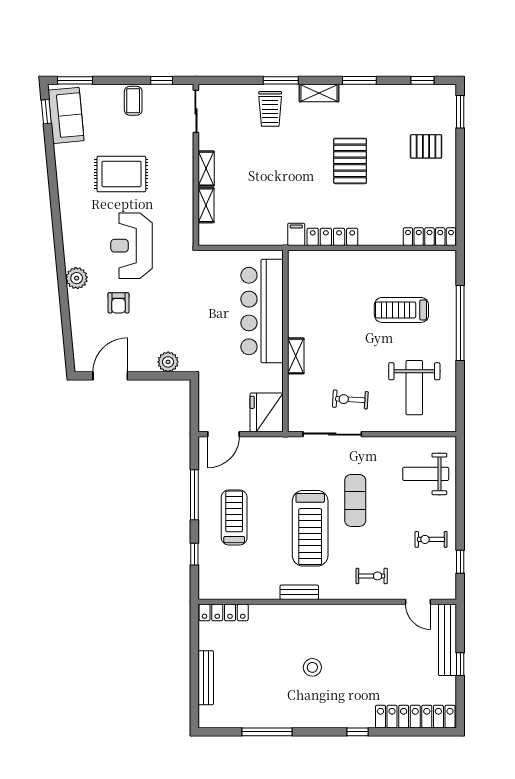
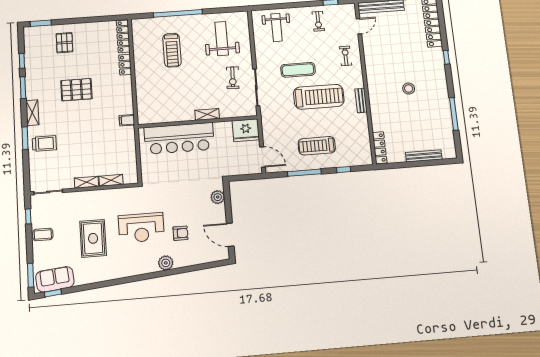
window: (423, 80) -> (22, 61), moved
locker: (332, 237) -> (125, 65), moved, width x0.66
weight bench: (414, 388) -> (222, 39), turned -90

